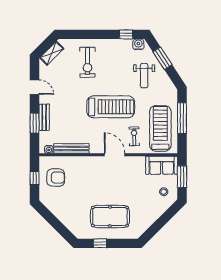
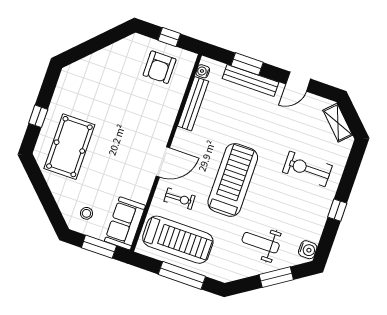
window: (126, 34) -> (337, 210), moved
treadmill: (111, 107) -> (233, 180), turned 180
bench: (44, 117) -> (250, 80), width x1.36
pool table: (110, 216) -> (69, 147), moved
window: (100, 243) -> (38, 116), moved

